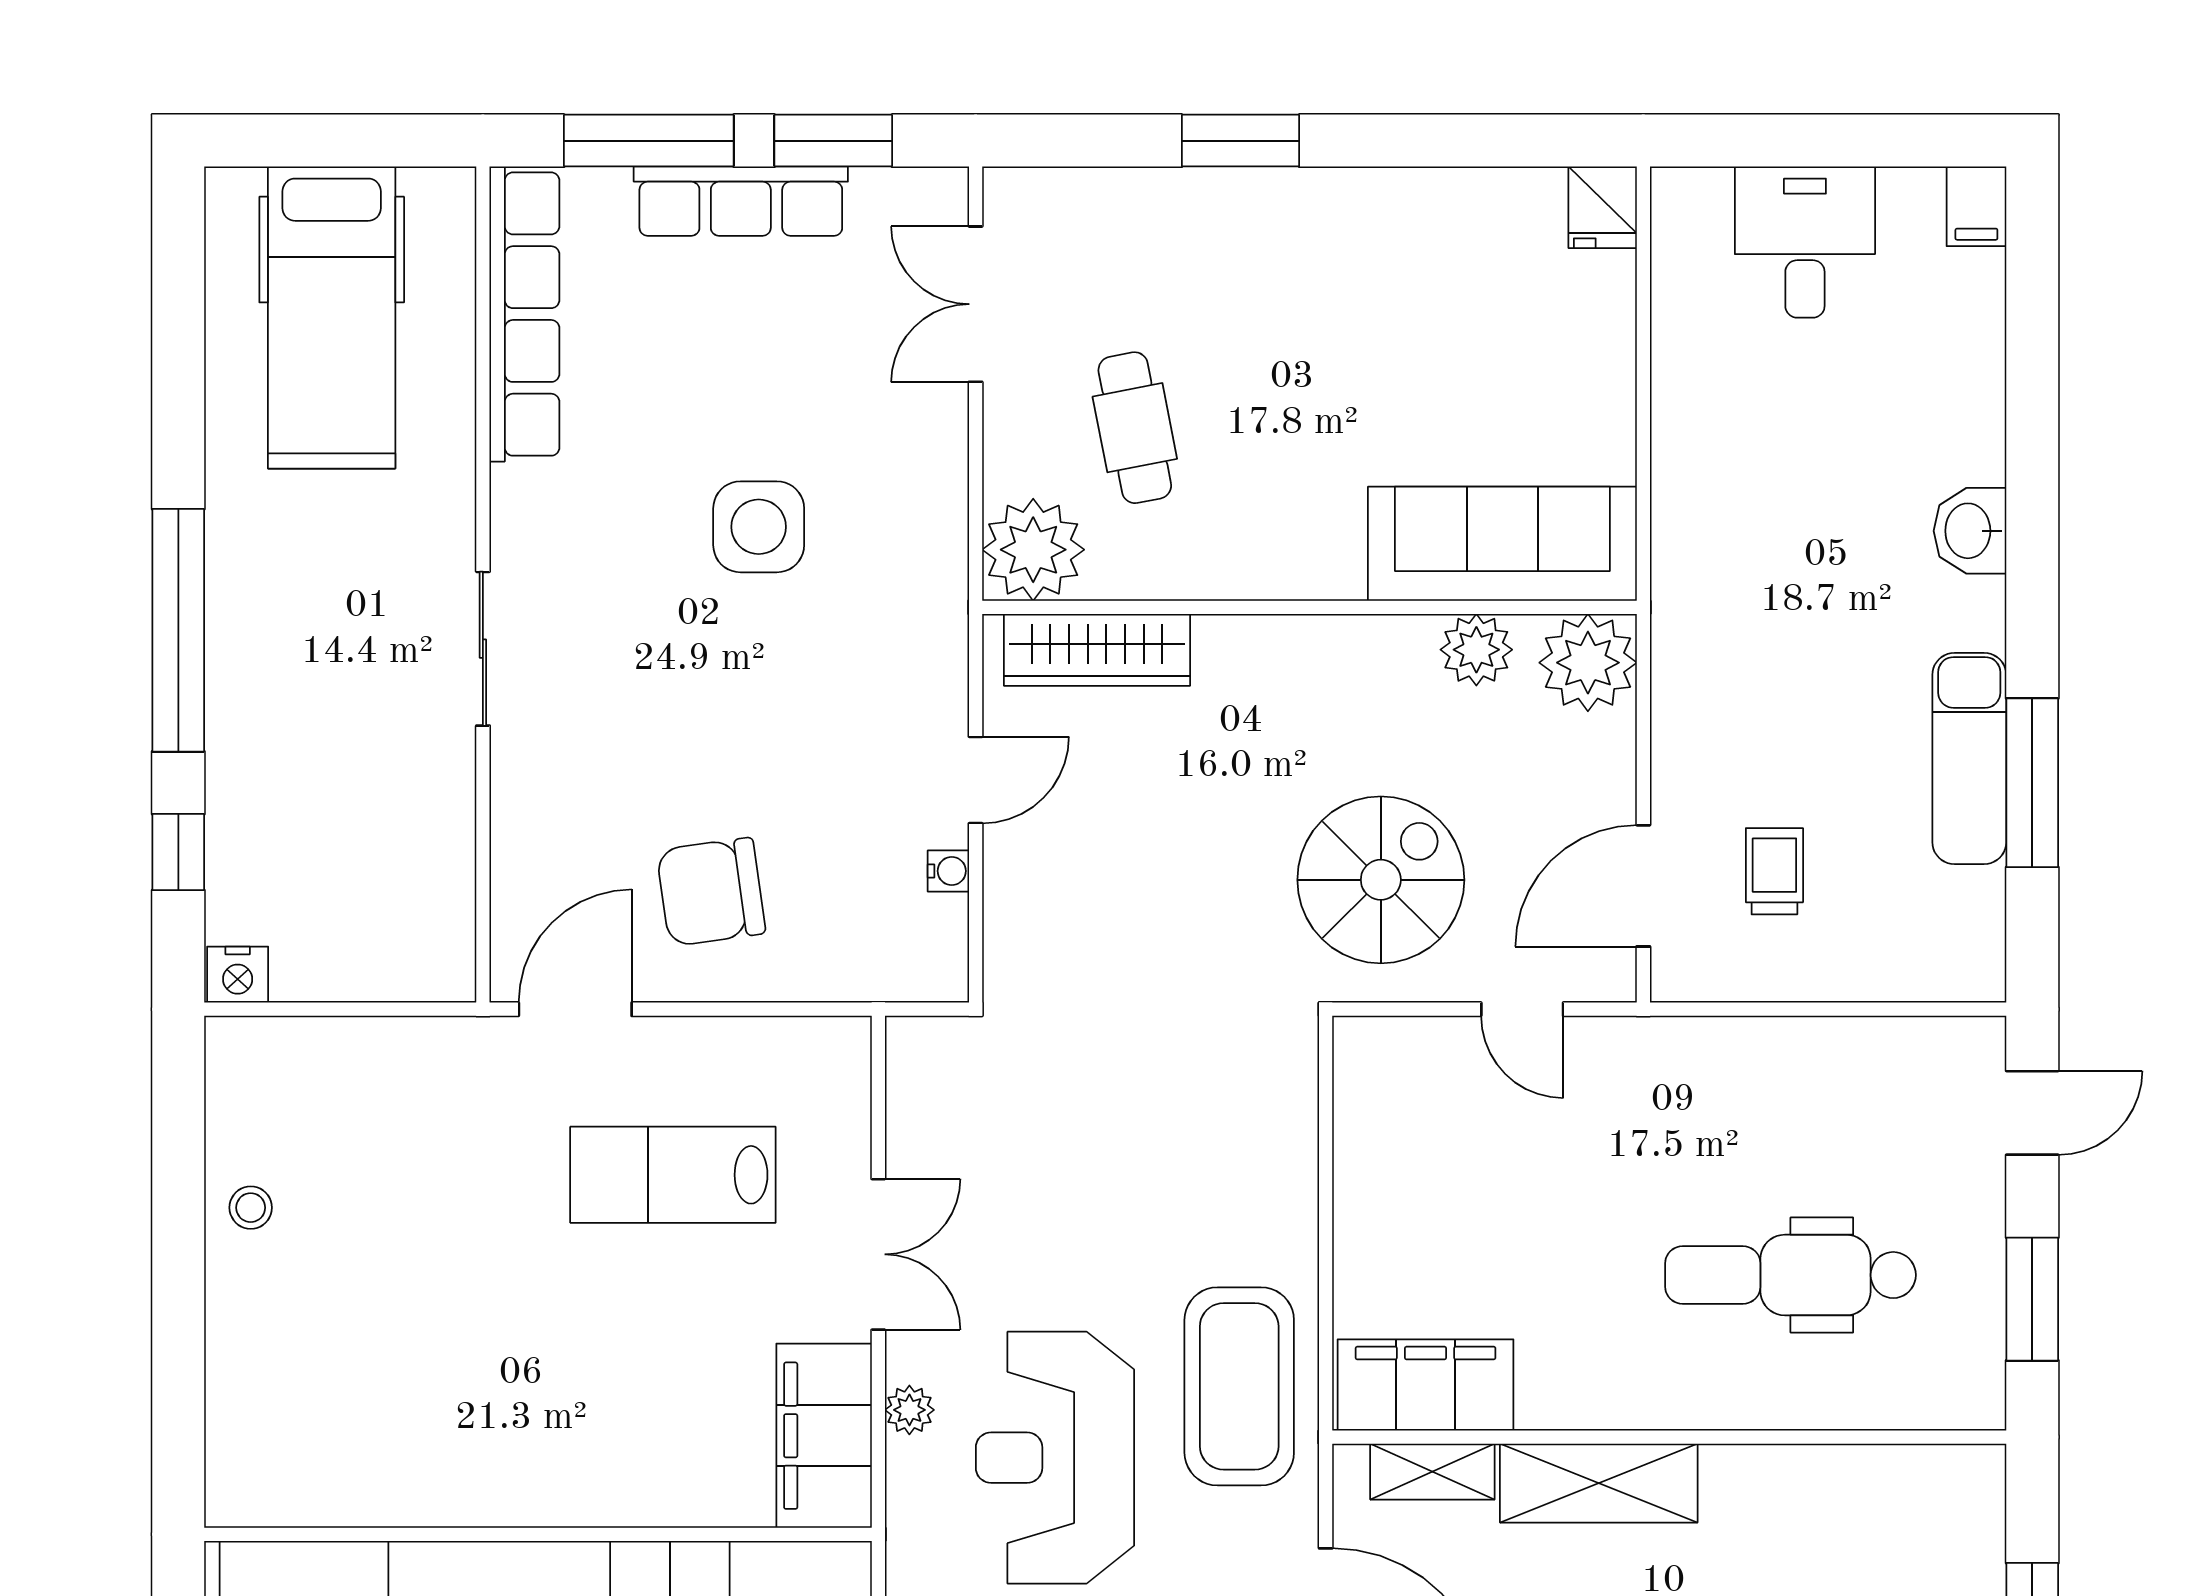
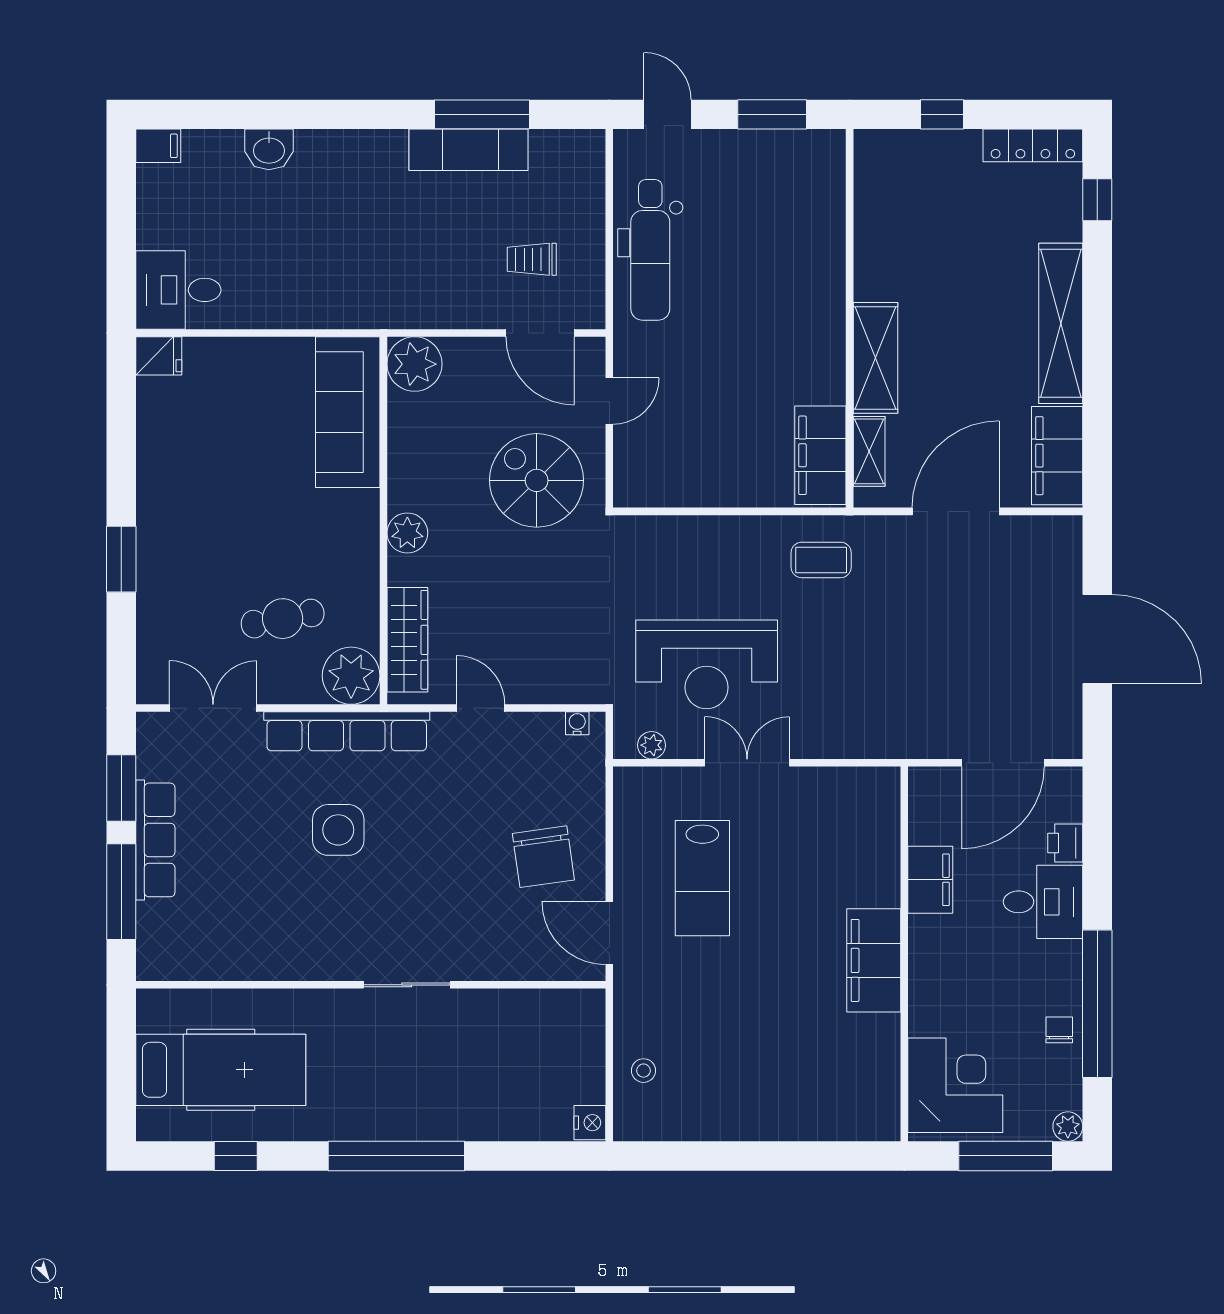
desk: (1805, 242) -> (178, 290), moved
double door: (976, 304) -> (213, 708), swing flipped
row of seats: (524, 314) -> (347, 731), moved, turned 180
washbasin: (1970, 531) -> (269, 149), moved
plant: (1476, 650) -> (407, 533), moved
window: (178, 852) -> (236, 1156), moved
water cooler: (948, 871) -> (577, 723), moved
stool: (251, 1208) -> (644, 1071), moved
dental chair: (1790, 1275) -> (650, 250), moved
coffee table: (1239, 1386) -> (821, 560), width x0.54, depth x0.58
plant: (909, 1410) -> (652, 745), moved
filing cabinet: (824, 1436) -> (874, 960), moved, turned 90
reception desk: (1055, 1458) -> (707, 664), moved

